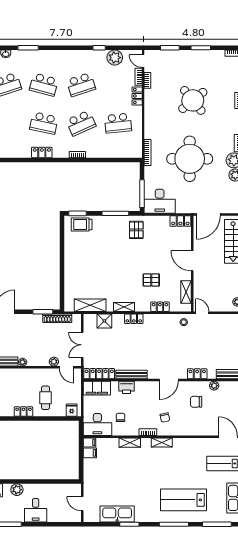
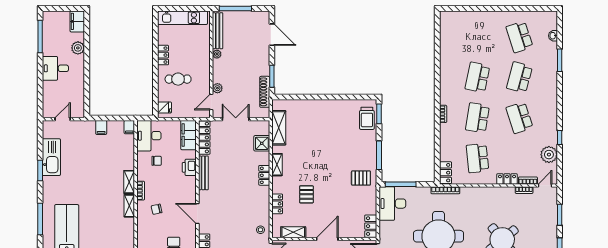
school desk: (81, 123) -> (477, 118), turned 33
locker: (42, 152) -> (446, 173), moved
trolley: (82, 224) -> (367, 118), turned 180
shelving: (130, 443) -> (129, 182), moved
filing cabinet: (90, 453) -> (101, 127), moved

